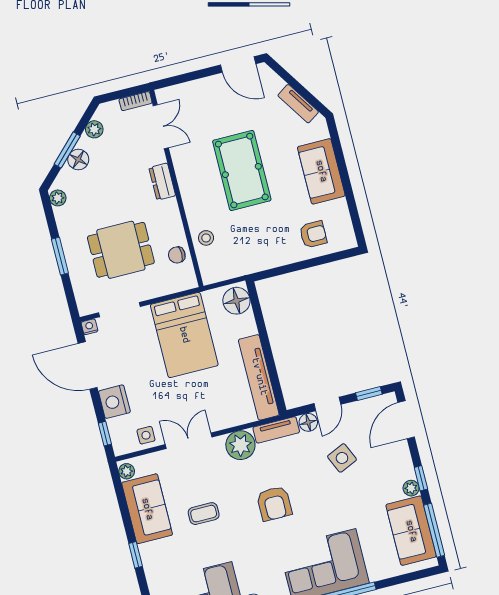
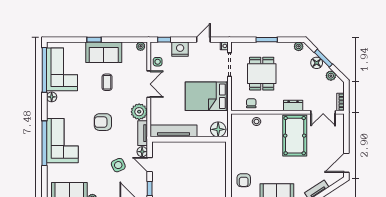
pool table: (242, 171) -> (295, 136), moved, turned 90
door: (88, 366) -> (203, 40), width x0.53
sofa: (147, 509) -> (104, 52), moved

